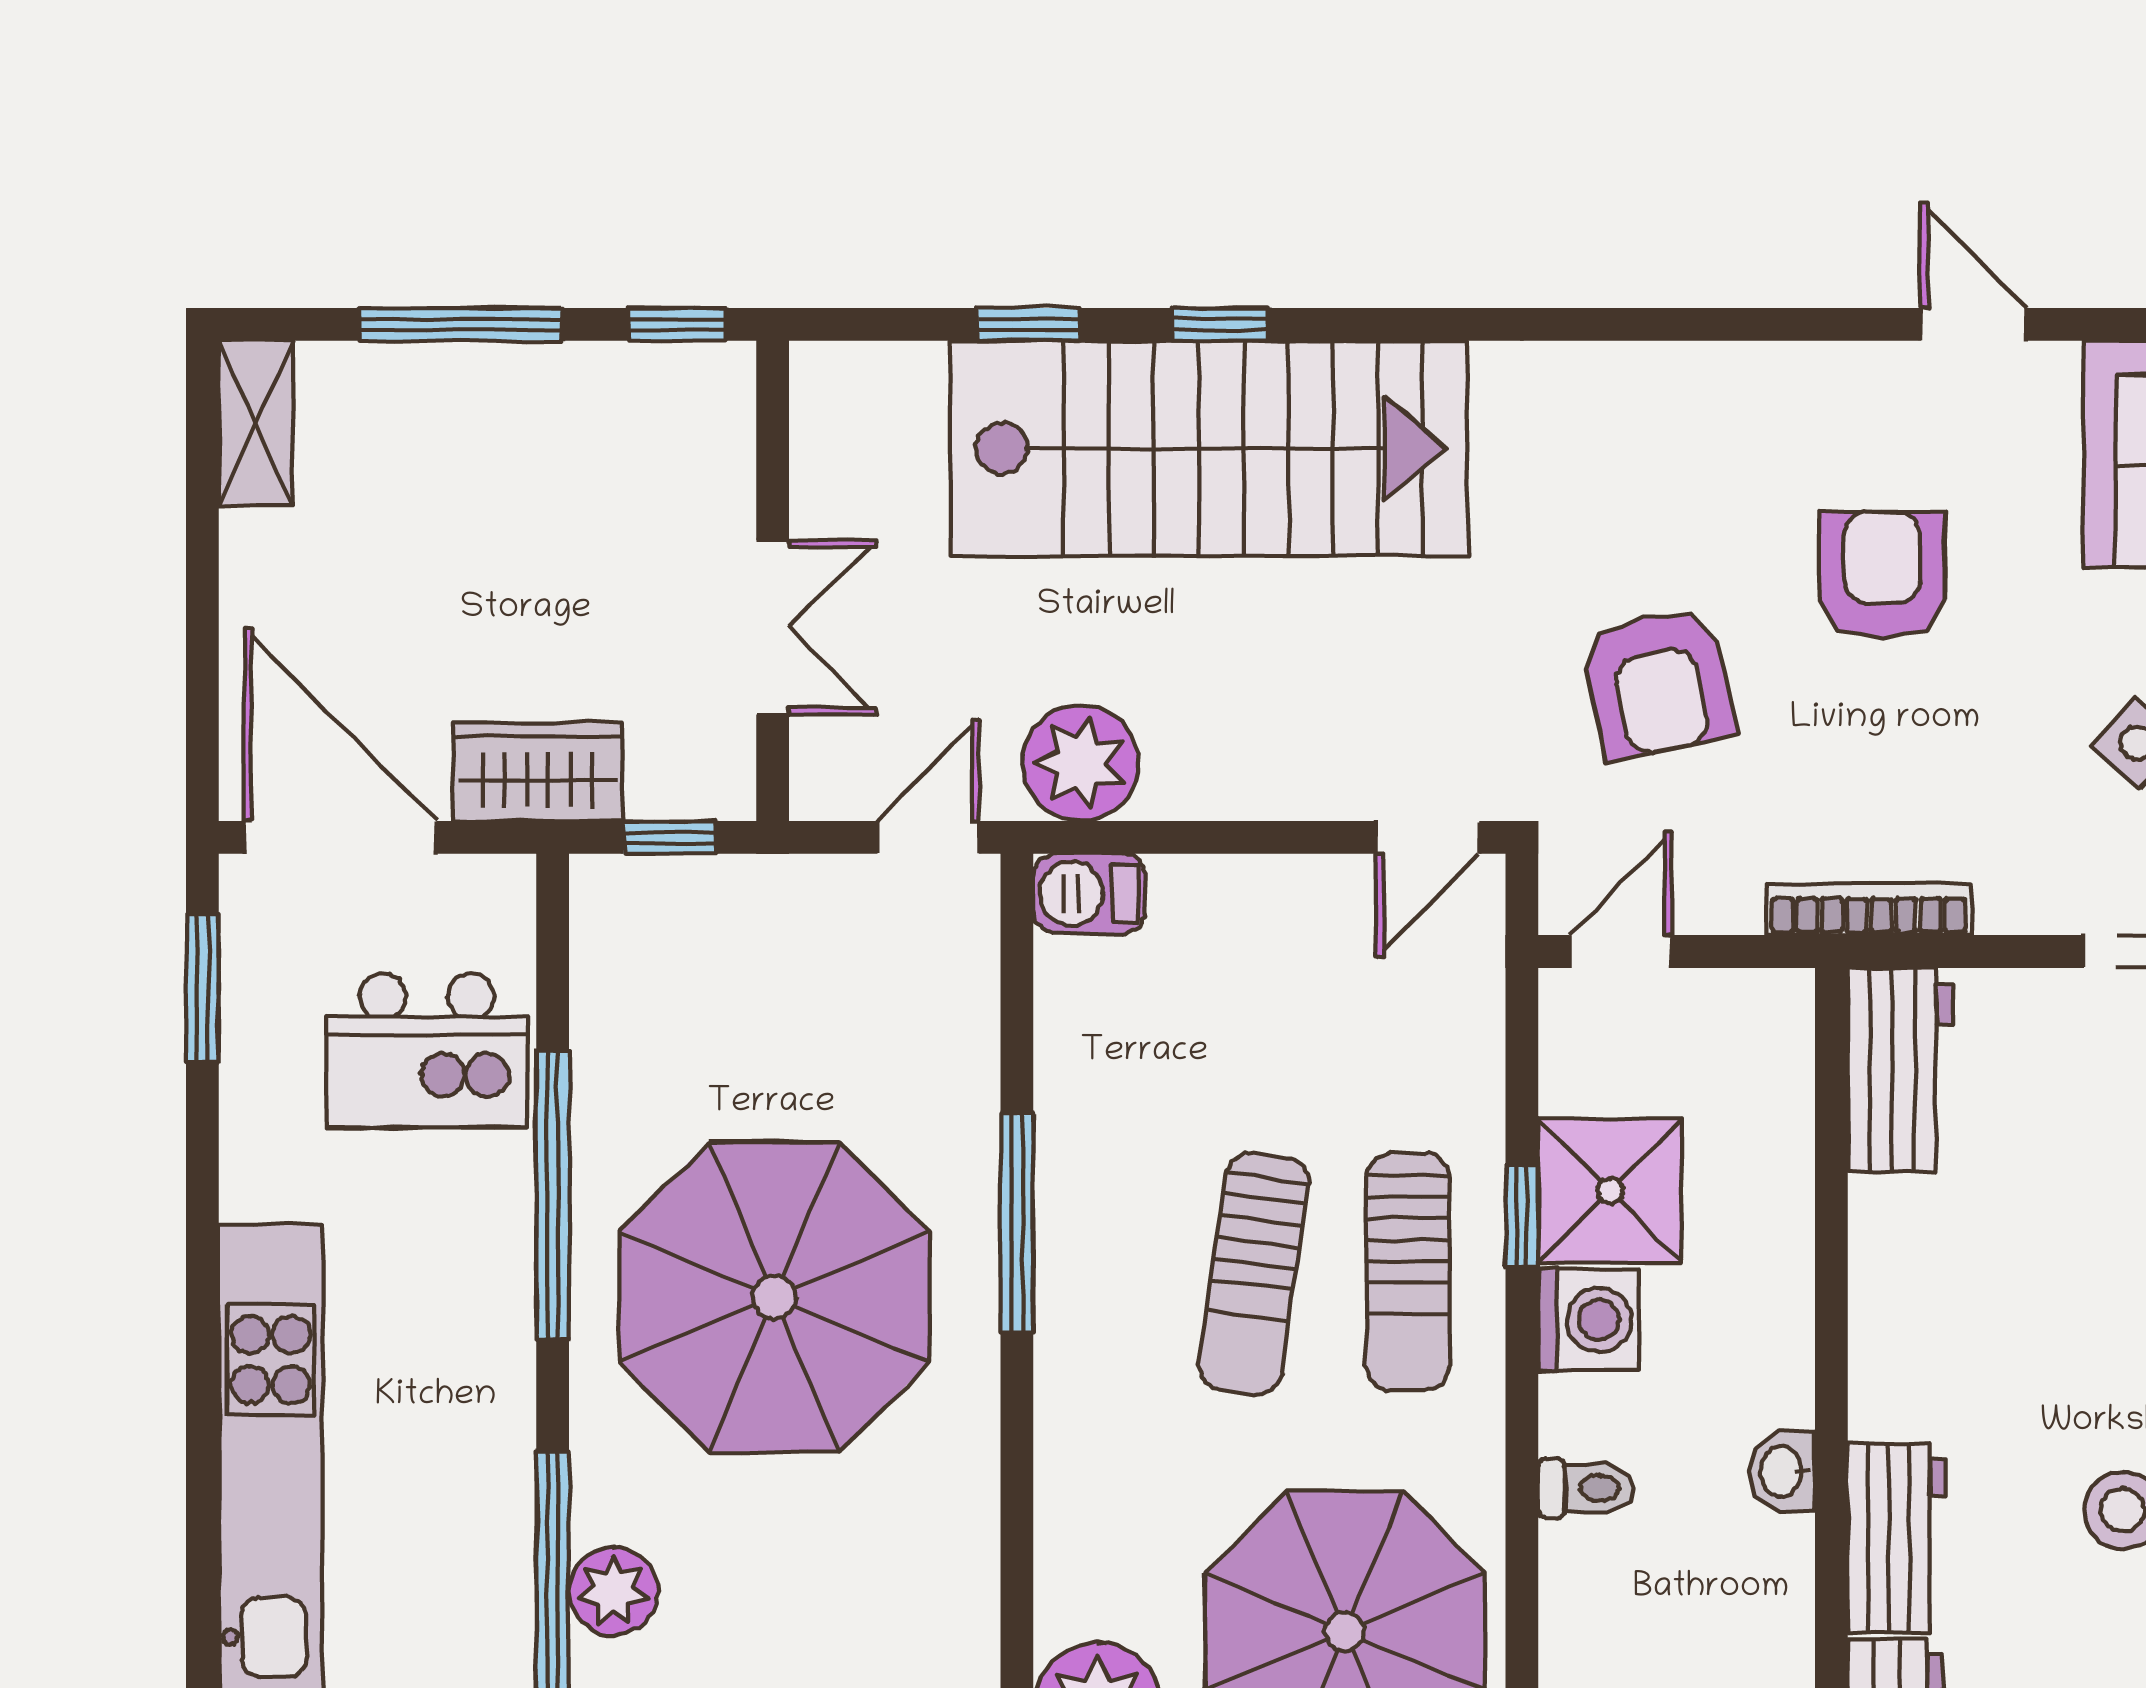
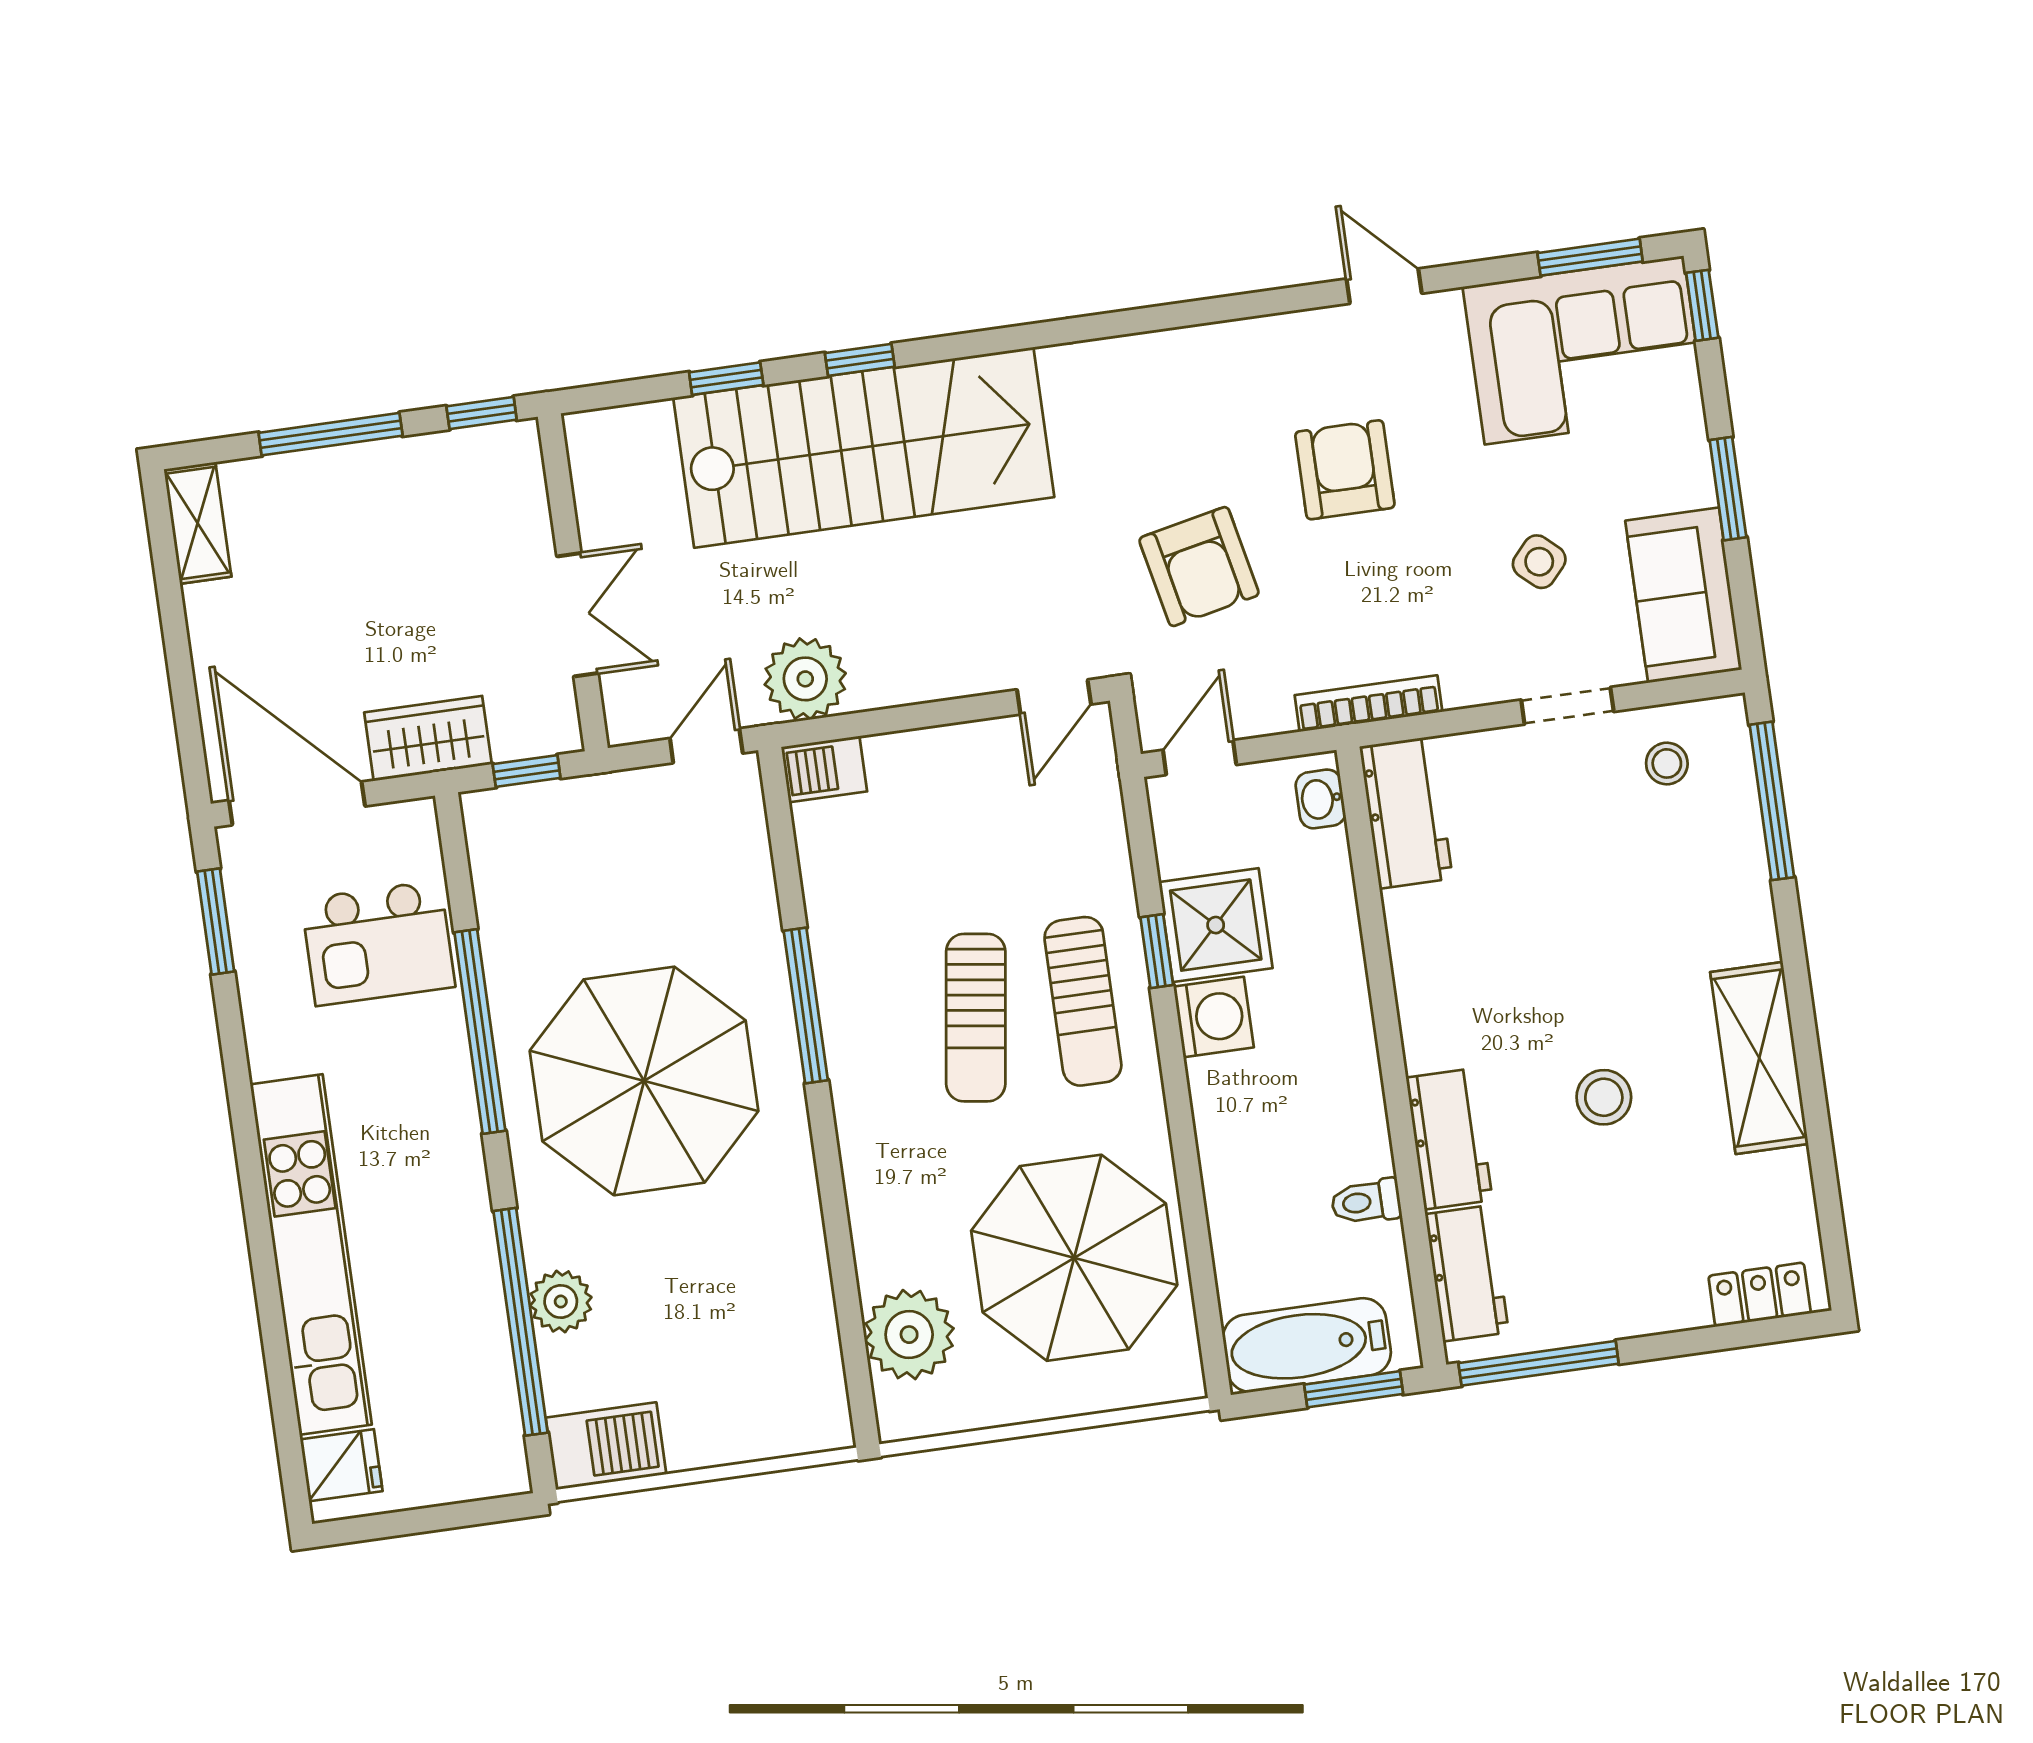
washbasin: (1783, 1471) -> (1321, 799), moved
toilet: (1586, 1488) -> (1366, 1202), moved, turned 180

